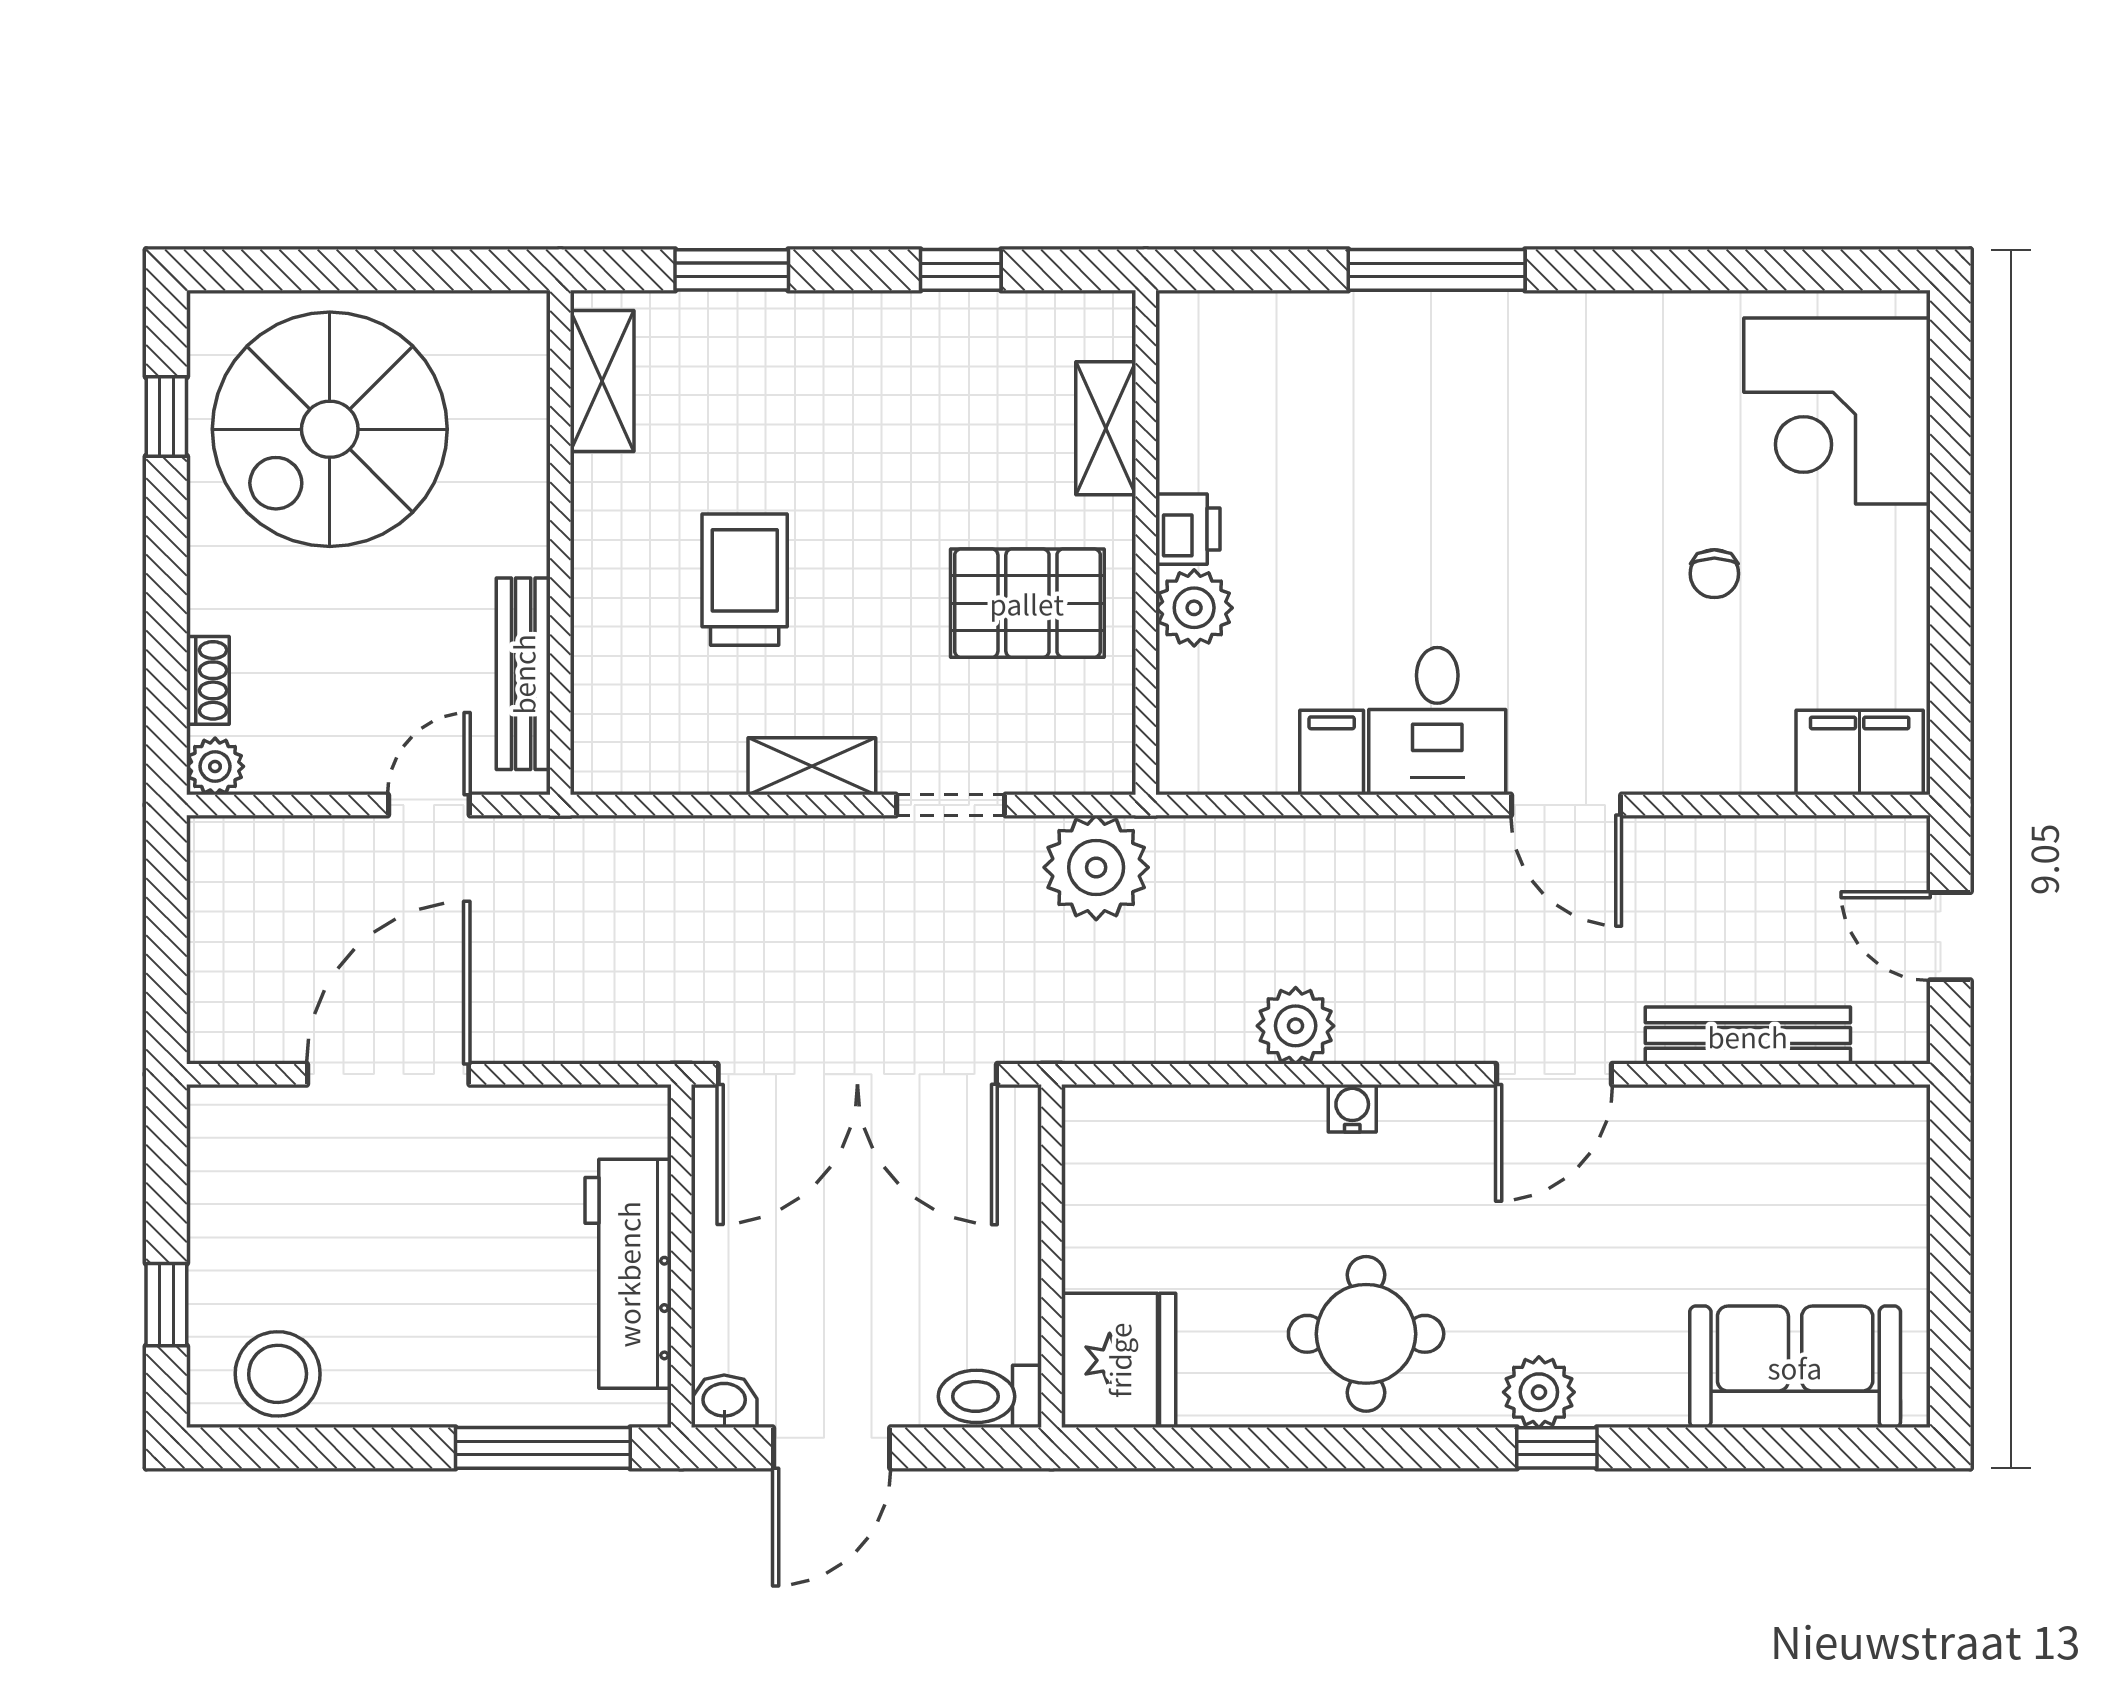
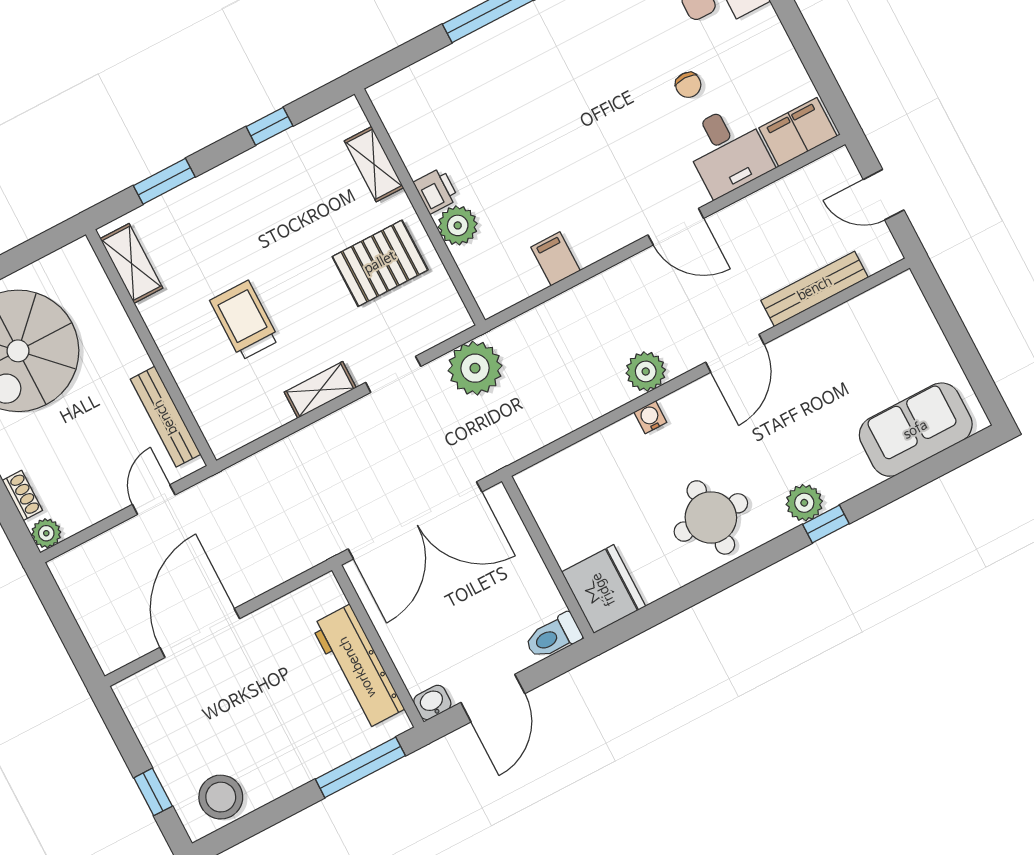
desk: (1437, 721) -> (727, 151), moved
plant: (1296, 1026) -> (646, 371), moved

